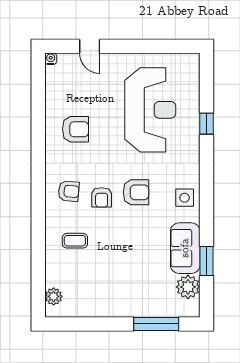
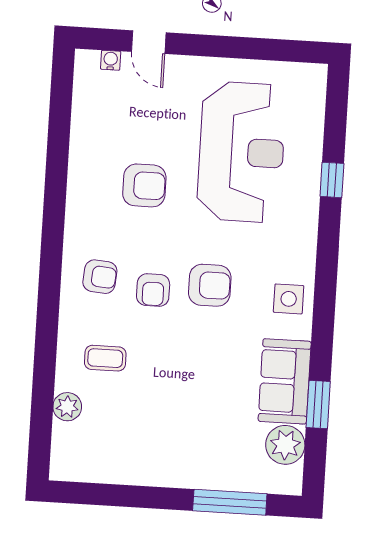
water cooler: (51, 59) -> (111, 60), moved
armchair: (76, 129) -> (144, 185), moved
plant: (54, 296) -> (67, 407), moved

